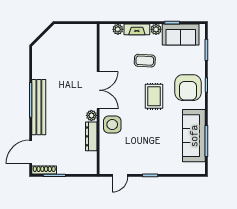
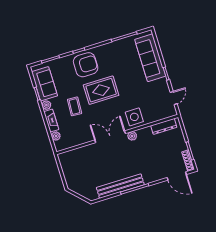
rug: (154, 96) -> (101, 90), width x1.36, depth x1.43
bench: (39, 107) -> (120, 186), moved
dresser: (91, 136) -> (164, 126), moved
sofa: (194, 136) -> (150, 58), moved, turned 90
door: (120, 175) -> (174, 98), hinge flipped

